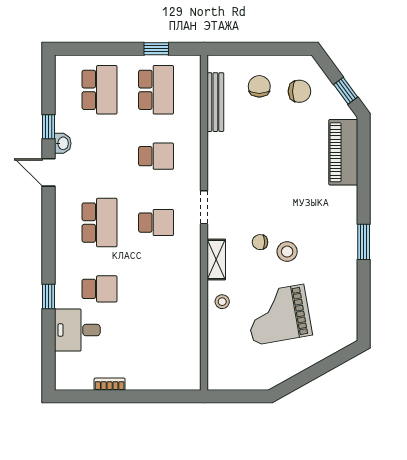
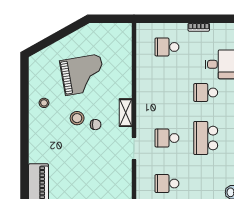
window: (364, 242) -> (25, 125), removed
stool: (222, 302) -> (44, 103), moved
school desk: (156, 355) -> (167, 47), added

